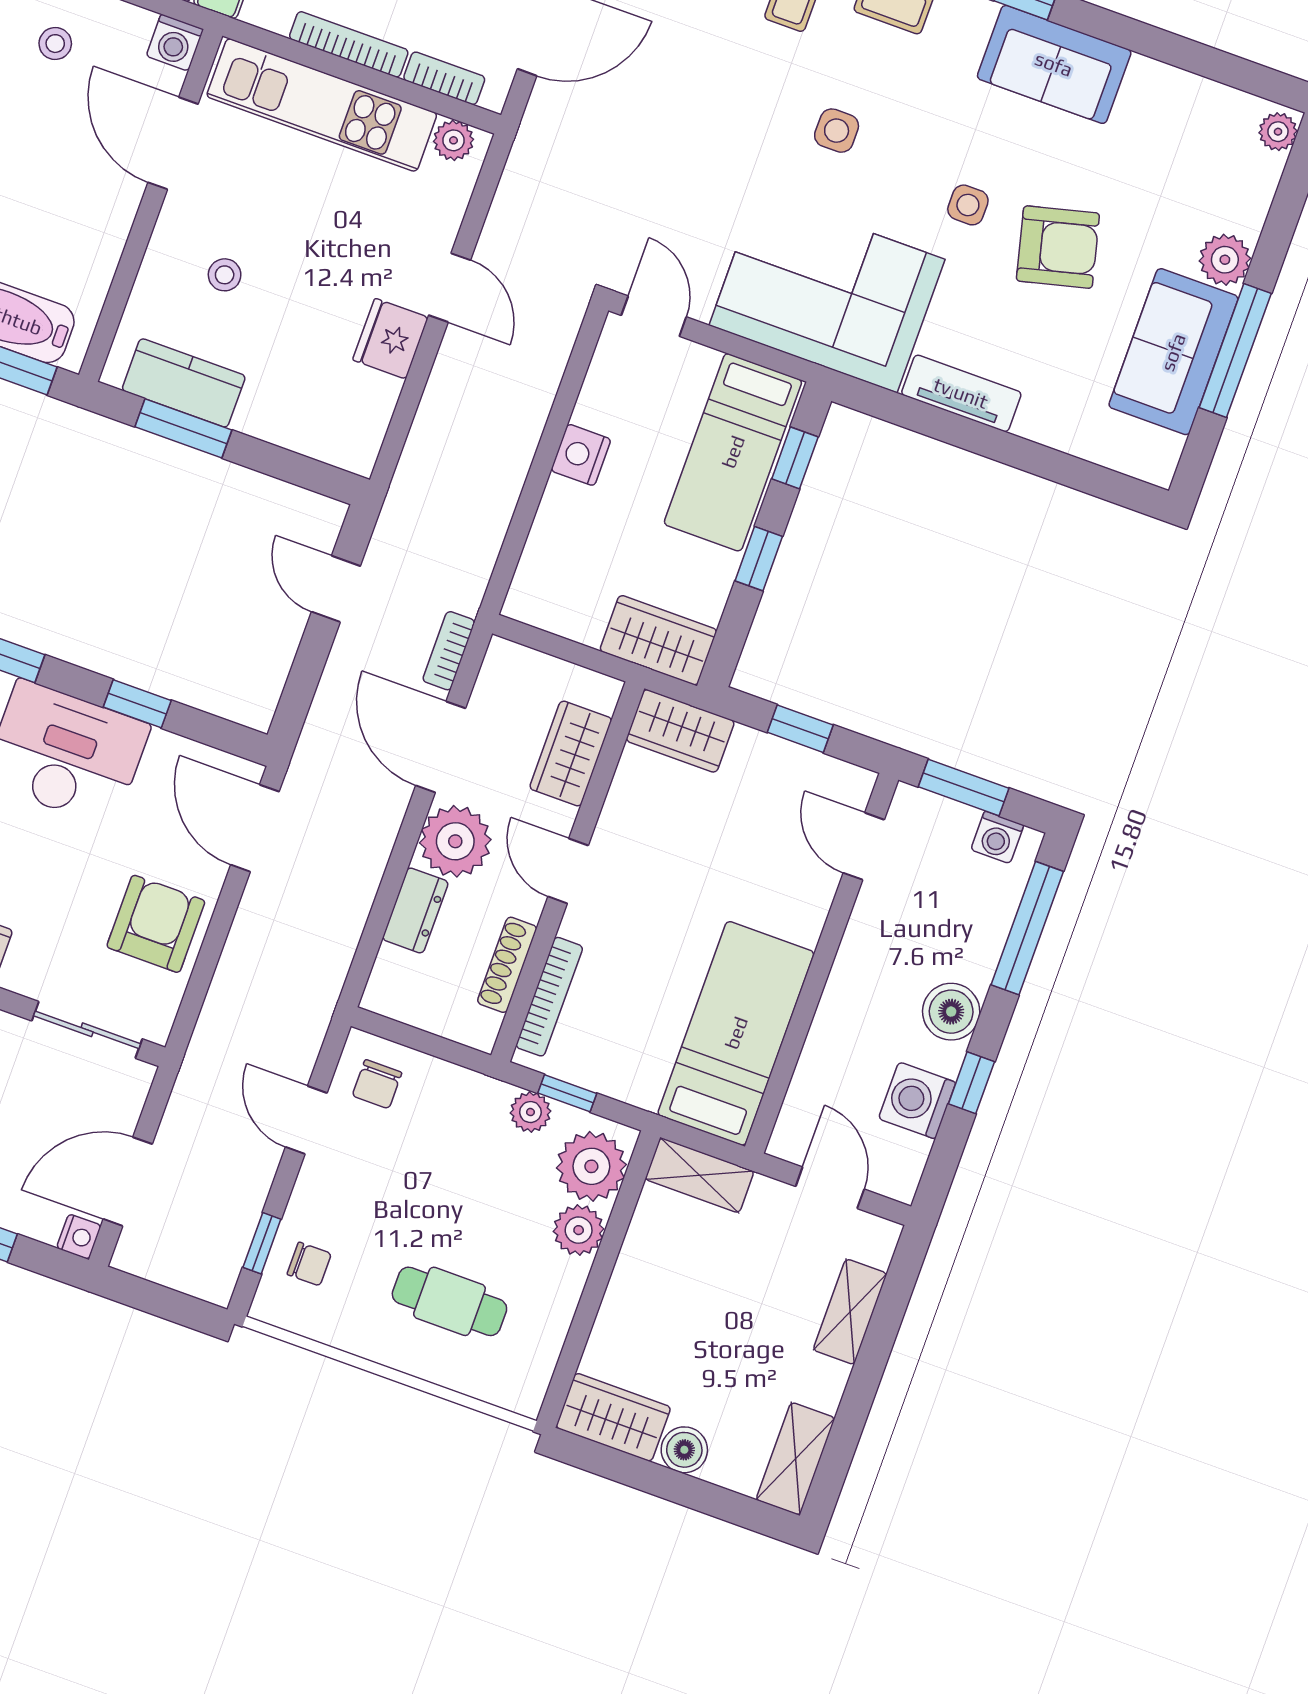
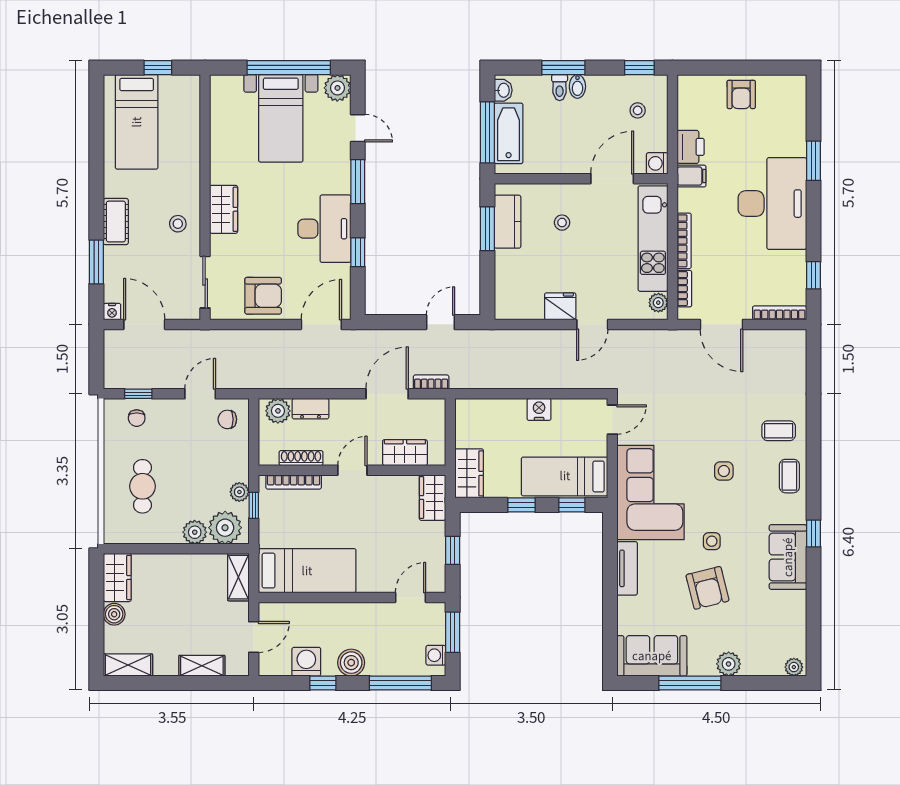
sofa: (1173, 352) -> (652, 656), moved
plant: (455, 841) -> (278, 411), moved, width x0.73, depth x0.73

